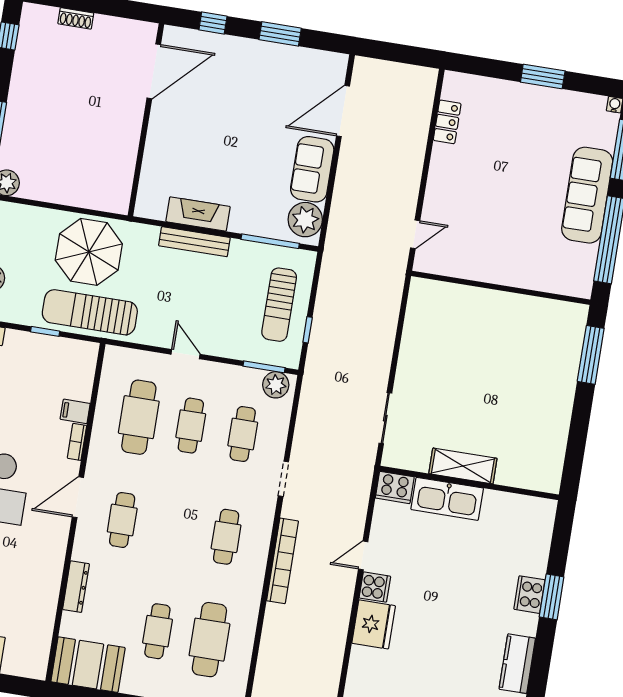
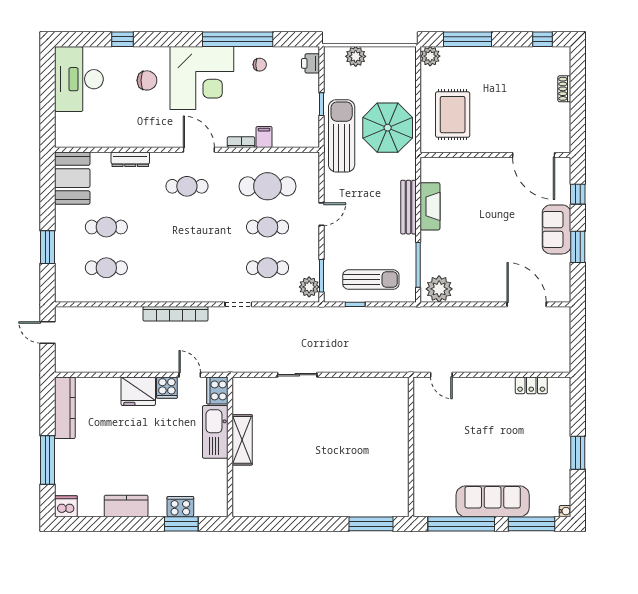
rug: (86, 166) -> (453, 115), added
sofa: (312, 169) -> (557, 229), moved, turned -90
sun lounger: (279, 305) -> (371, 280), turned 180
shelving: (463, 466) -> (242, 440), moved
wall: (469, 483) -> (230, 447), moved
cooker: (395, 487) -> (217, 390), moved
kitchen sink: (447, 499) -> (215, 432), moved
cafe table: (226, 537) -> (187, 268), removed
cafe table: (209, 640) -> (106, 268), width x0.73, depth x0.74

